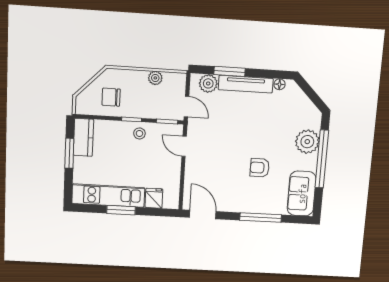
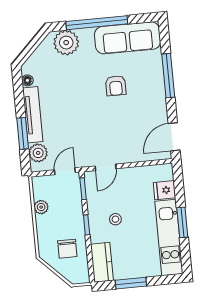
stool: (139, 133) -> (115, 219), moved
kitchen counter: (83, 137) -> (102, 262), moved, turned 90
plant: (307, 142) -> (66, 43), moved
sofa: (302, 194) -> (128, 38), width x1.36

